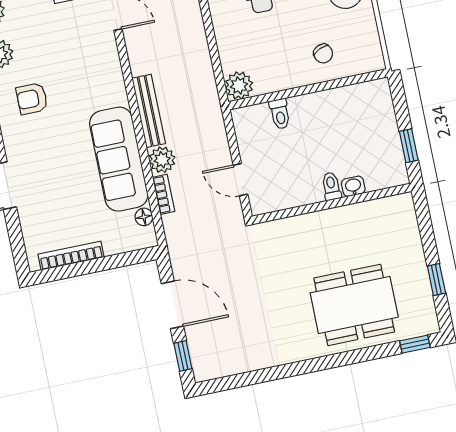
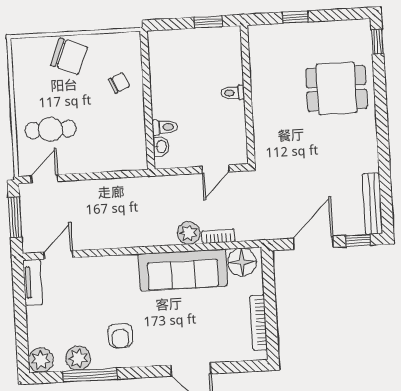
plant: (239, 85) -> (135, 158), removed
bench: (149, 111) -> (372, 204), moved, turned 90
washbasin: (353, 186) -> (161, 147), moved, turned 180
floor lamp: (144, 217) -> (242, 262), width x1.89, depth x1.89
window: (436, 280) -> (295, 17), moved
dining table: (354, 305) -> (336, 88), width x0.73

